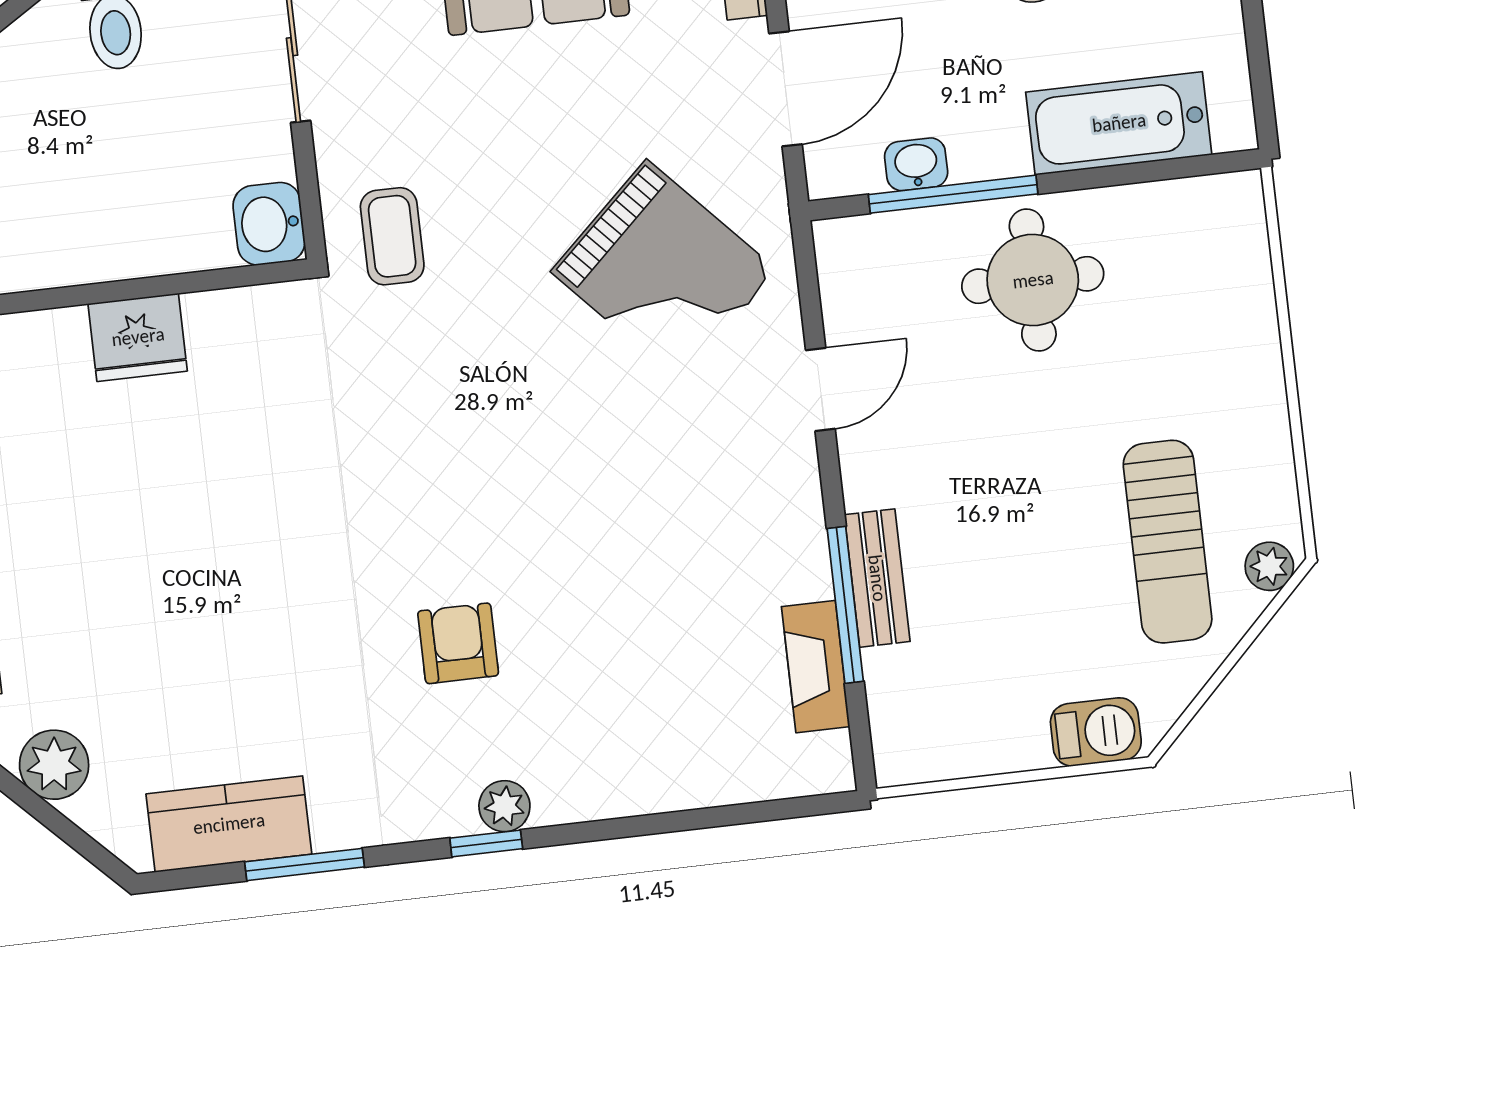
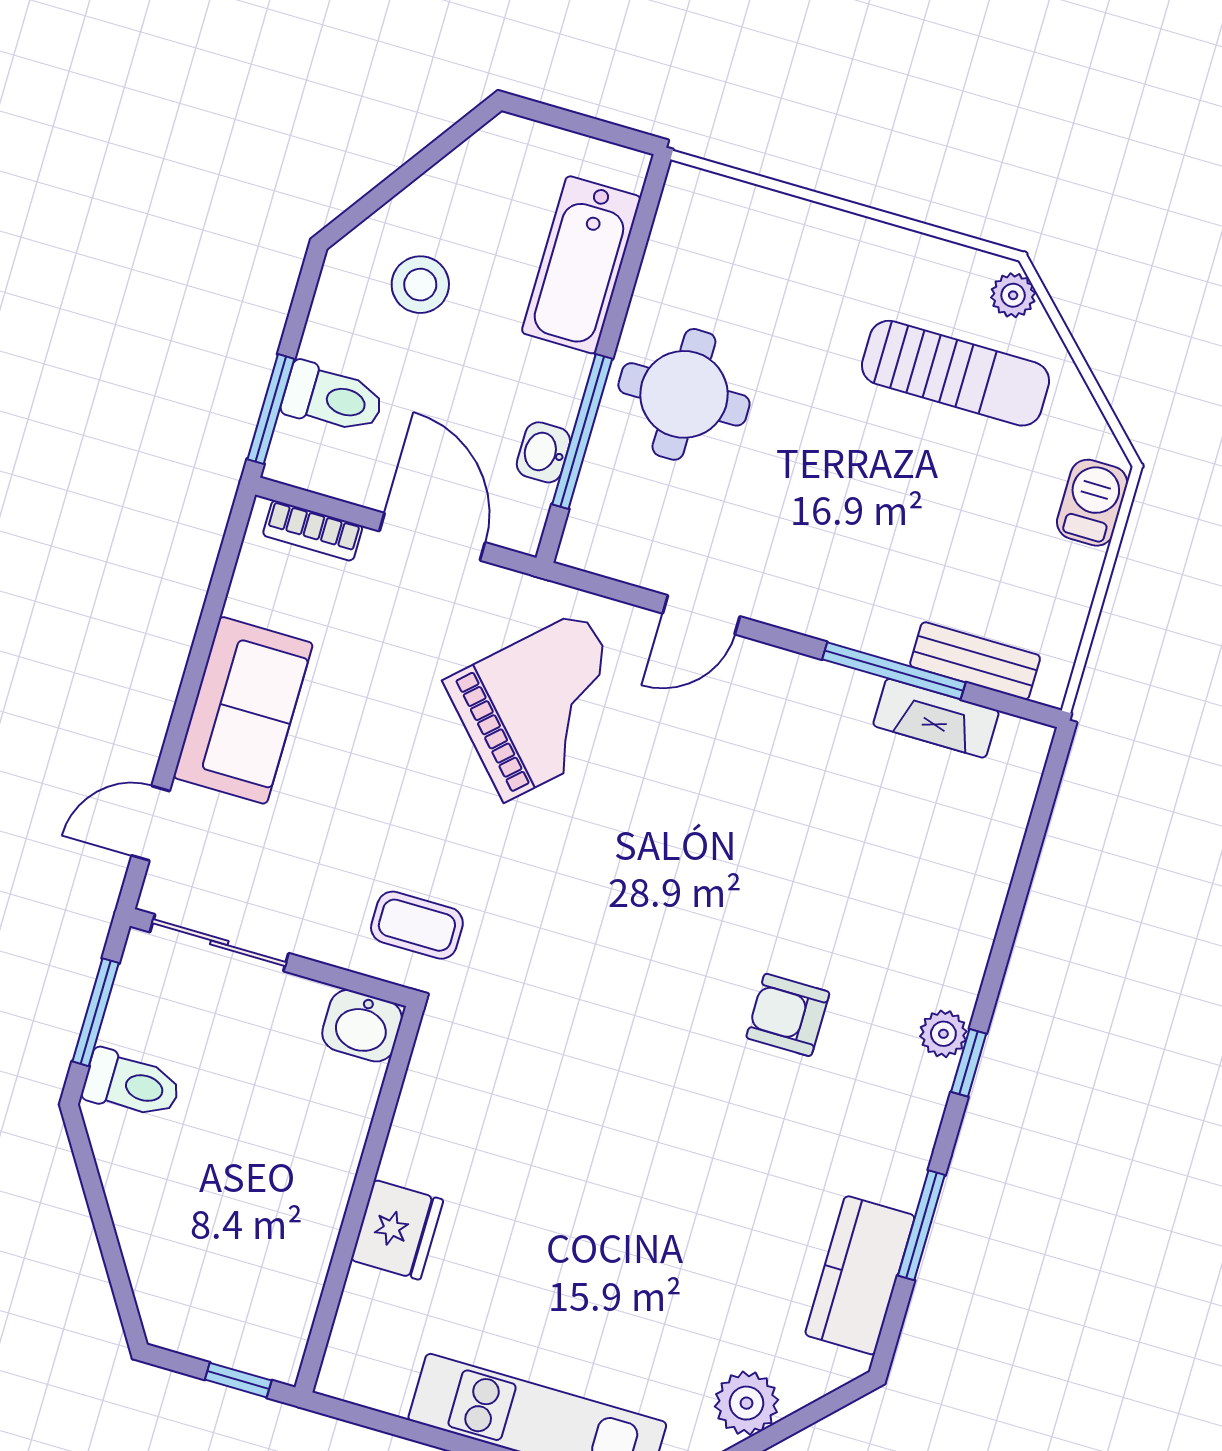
fridge: (138, 337) -> (397, 1230), moved
door: (820, 390) -> (701, 615), swing flipped
bench: (877, 578) -> (975, 661), moved

